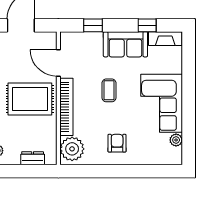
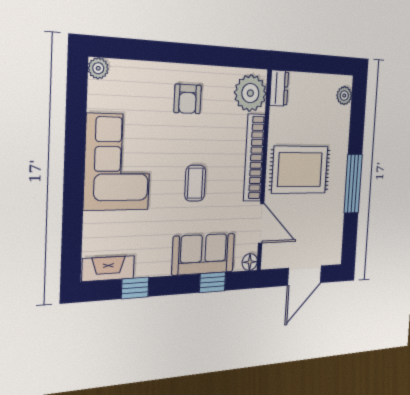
floor lamp: (66, 37) -> (250, 262), added
sofa: (125, 44) -> (203, 254), moved
plant: (176, 140) -> (98, 68), moved
dresser: (33, 158) -> (279, 88), moved, turned -90

